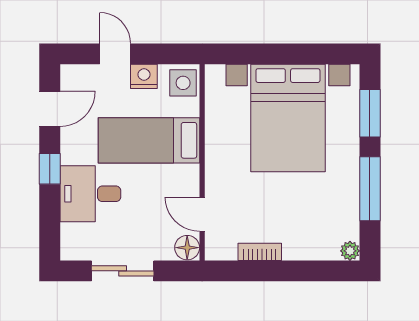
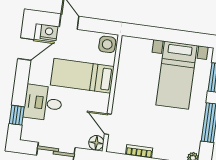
nightstand: (144, 76) -> (49, 33), moved
bed with nightstands: (288, 118) -> (177, 75), width x0.73
window: (50, 169) -> (17, 115), moved

